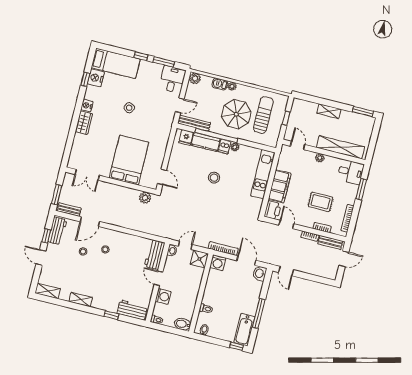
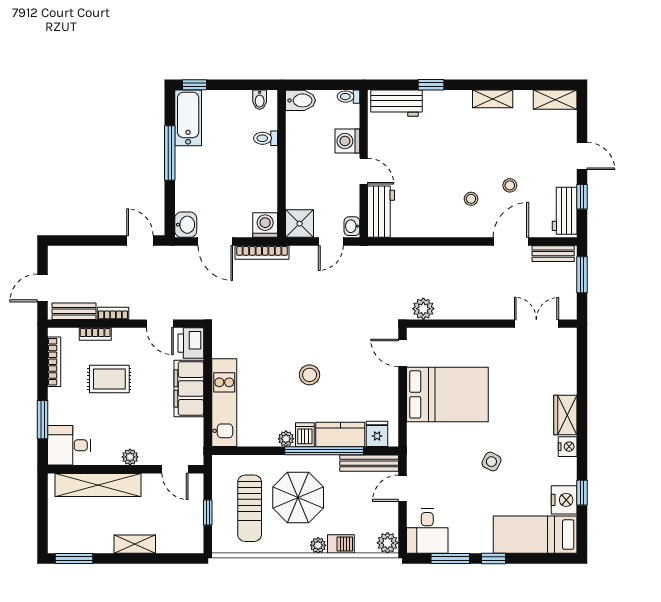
bed: (129, 160) -> (447, 394), moved, turned -90

